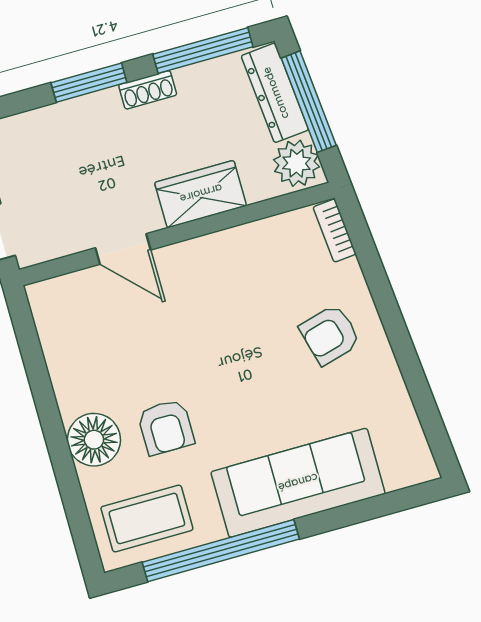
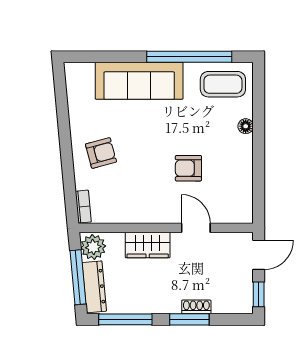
shoe rack: (148, 90) -> (196, 307), moved
armchair: (166, 427) -> (188, 168), moved, turned -90
floor lamp: (94, 440) -> (246, 126), width x0.53, depth x0.53

